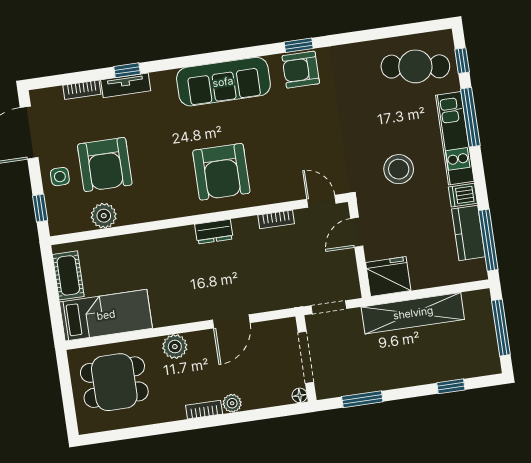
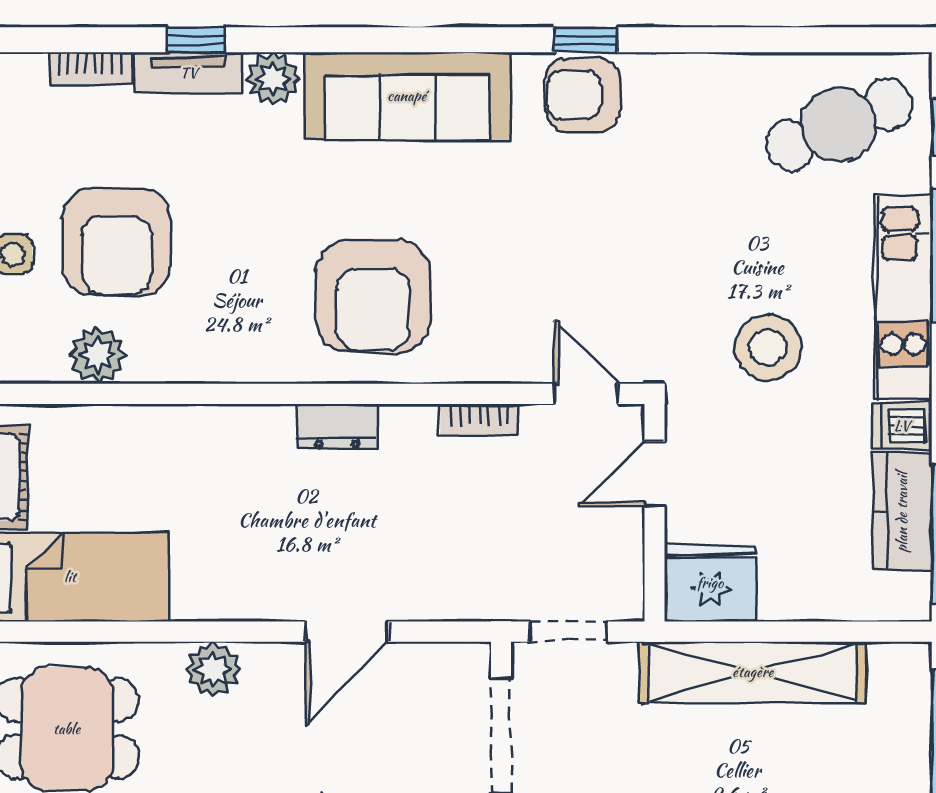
cafe table: (415, 66) -> (839, 125), turned -31
plant: (163, 83) -> (273, 79), added

